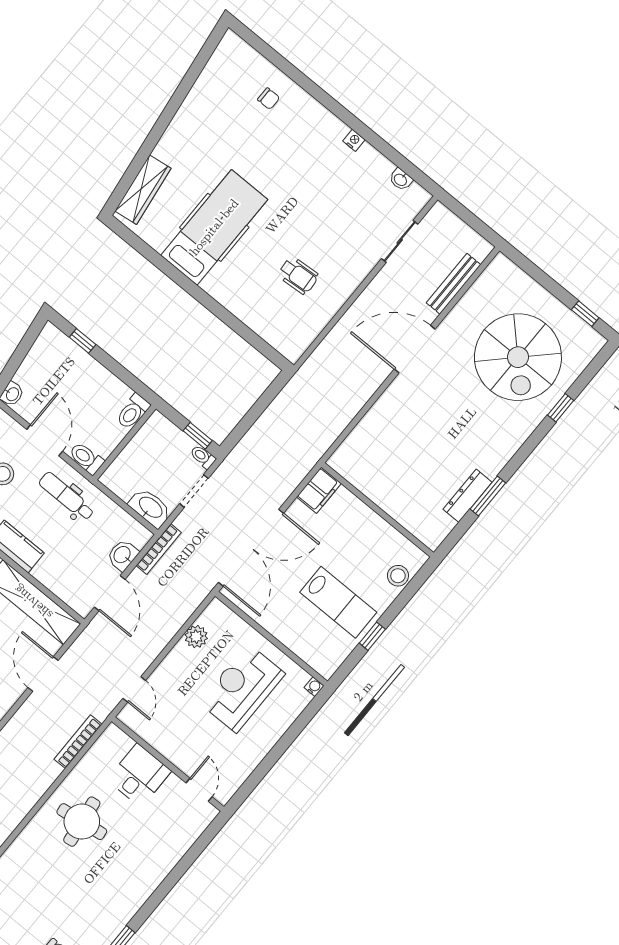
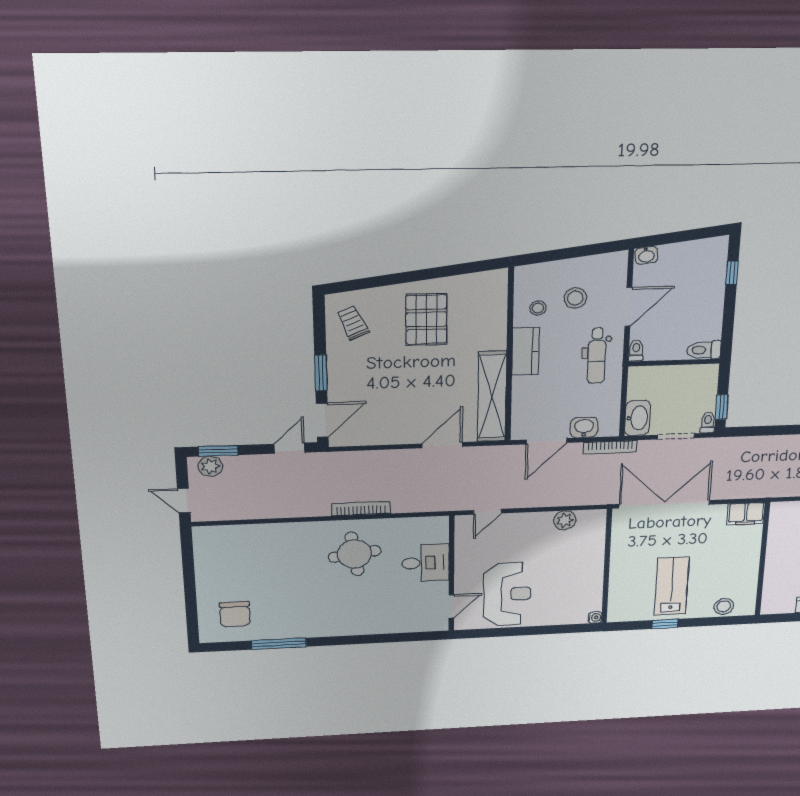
toilet: (86, 458) -> (636, 351), width x0.73, depth x0.72
dental chair: (67, 496) -> (597, 356), turned 180
double door: (251, 548) -> (664, 504), swing flipped
lab bench: (338, 602) -> (672, 586), turned 180
reception desk: (242, 688) -> (507, 594), moved, turned 90
bookcase: (78, 742) -> (361, 509), moved

